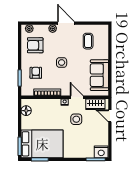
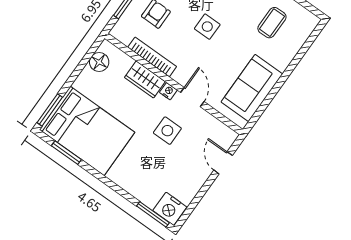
wardrobe: (95, 104) -> (145, 79), moved

